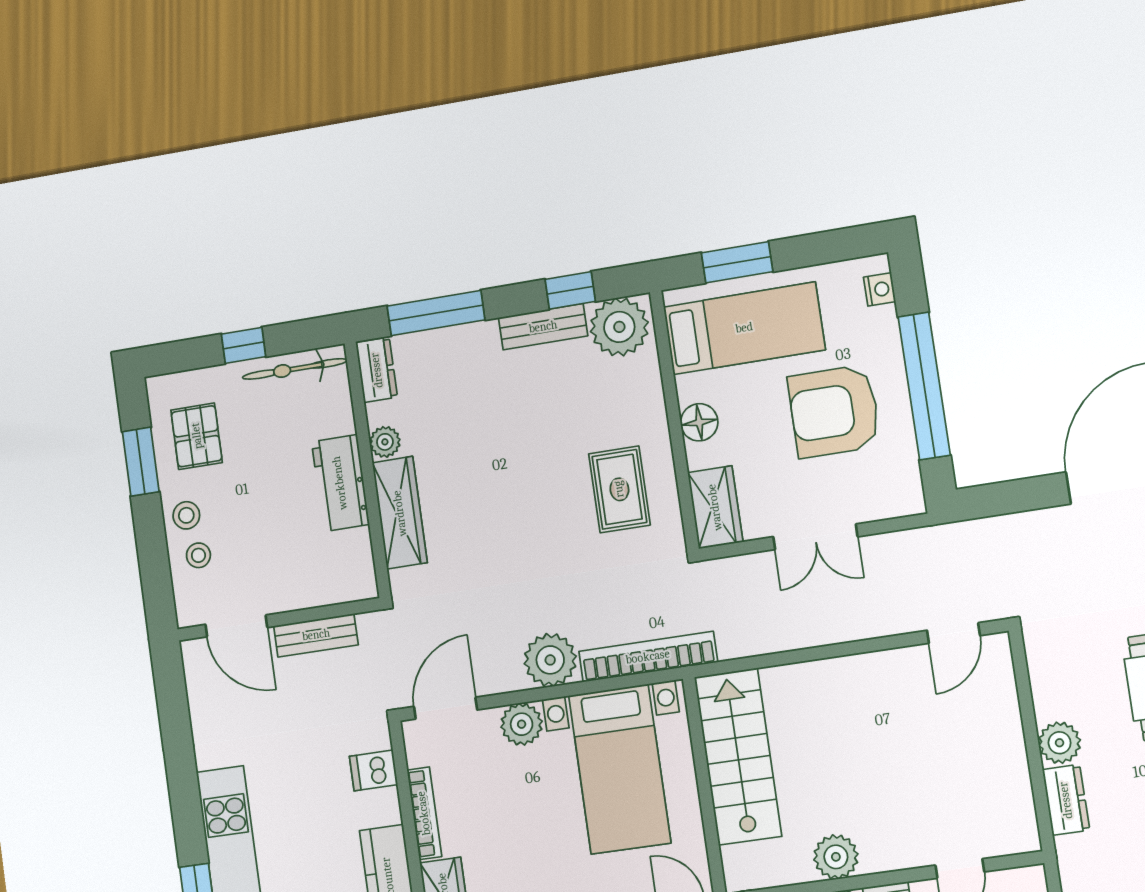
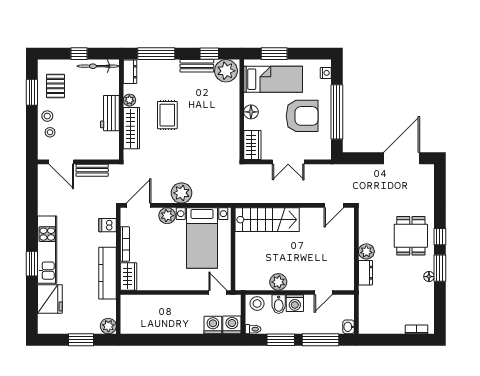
armchair: (834, 411) -> (302, 116), turned 180
rug: (619, 489) -> (167, 115), moved
bookcase: (648, 657) -> (219, 197), removed
stairs: (738, 757) -> (267, 220), moved, turned 90

